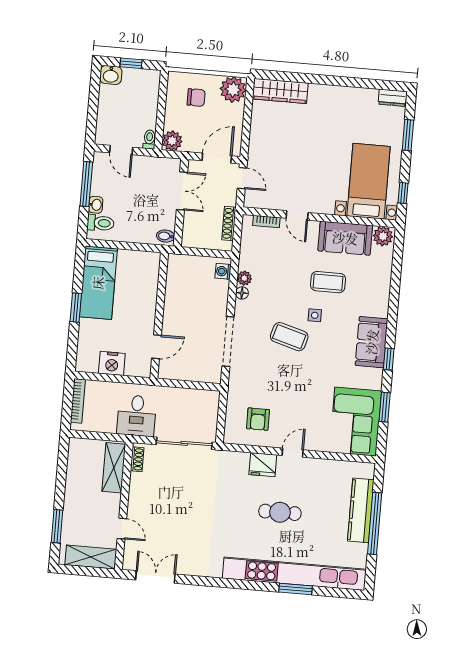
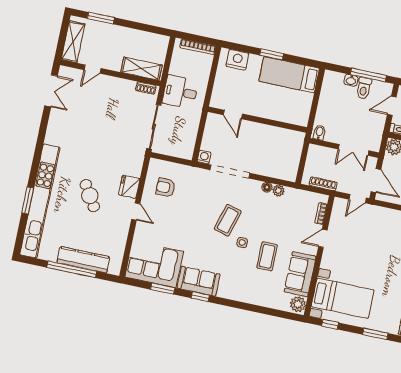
toilet: (101, 223) -> (364, 88), moved
washing machine: (223, 271) -> (204, 157), moved
sofa: (372, 342) -> (199, 281), moved
nightstand: (112, 363) -> (237, 60), moved, turned 90
cafe table: (280, 512) -> (90, 196), turned -32

